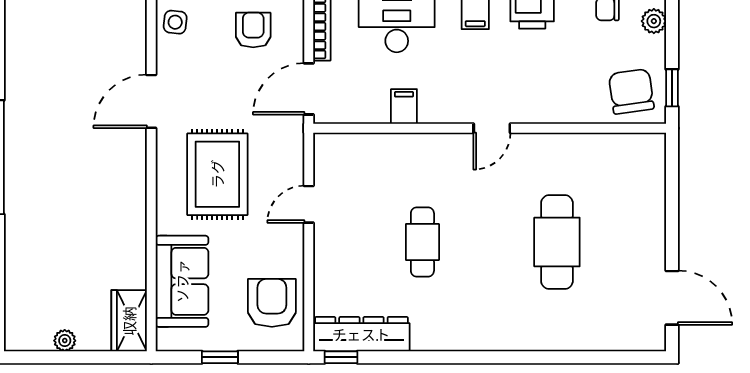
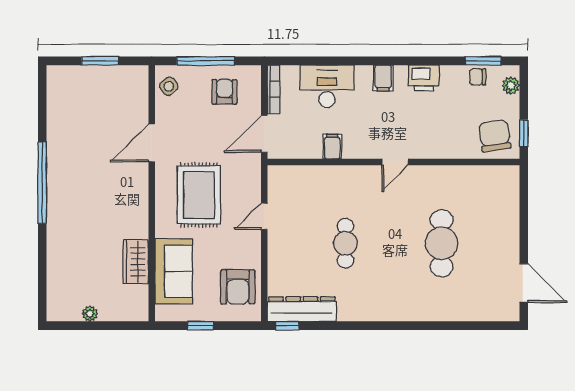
side table: (175, 22) -> (169, 86), turned 45
armchair: (272, 303) -> (238, 287), turned 180
wardrobe: (129, 321) -> (136, 262), moved

